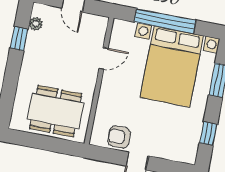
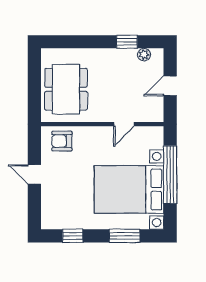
door: (103, 58) -> (124, 124), hinge flipped
armchair: (119, 137) -> (62, 141), moved, turned -90

